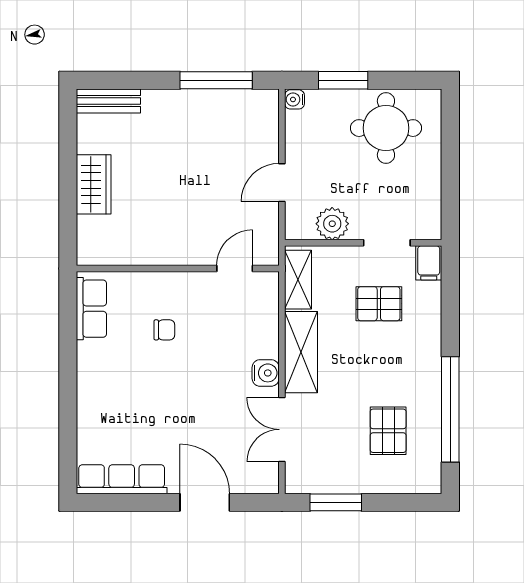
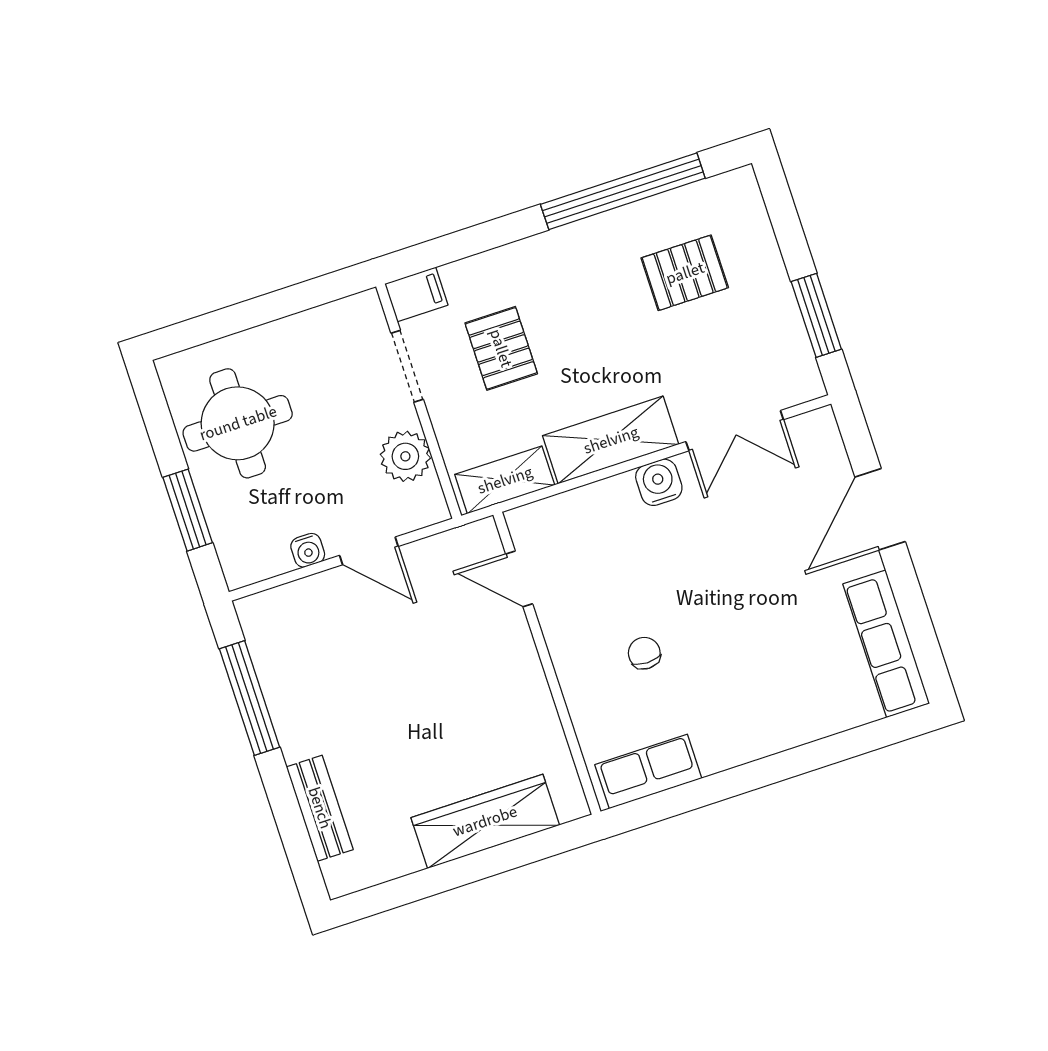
water cooler: (295, 99) -> (308, 550), moved
bench: (108, 101) -> (320, 808), moved
wardrobe: (94, 184) -> (485, 821), width x1.50

